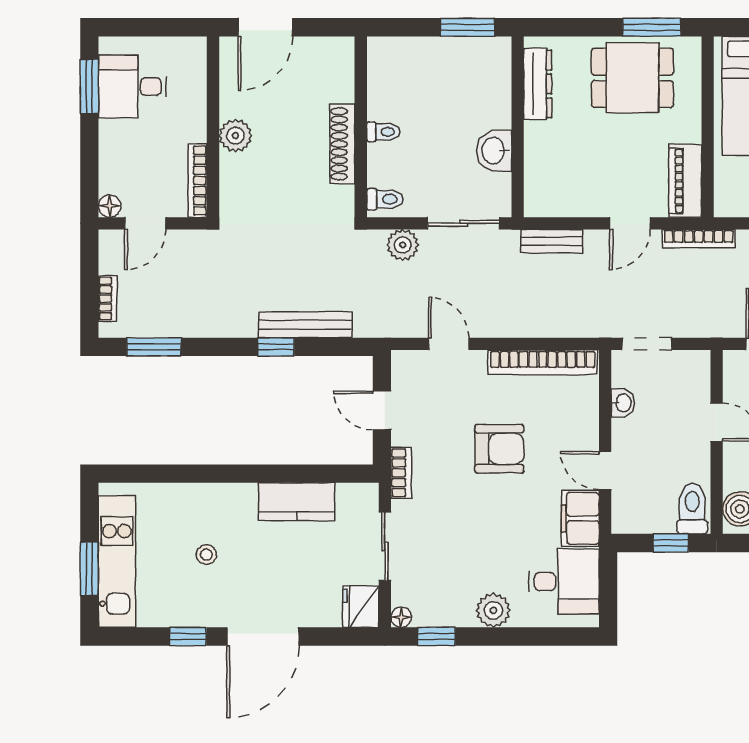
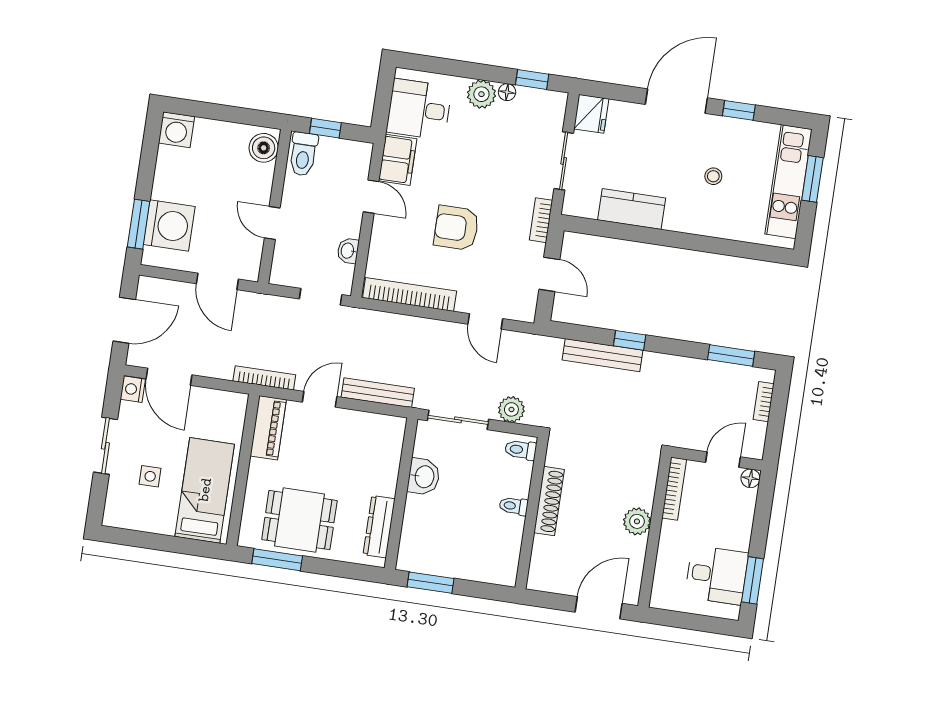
bench: (552, 241) -> (378, 393), width x1.36
floor lamp: (401, 617) -> (507, 92), moved

